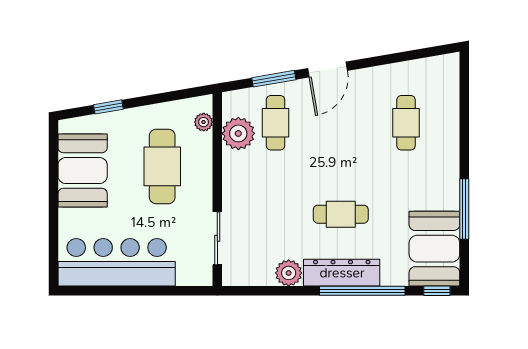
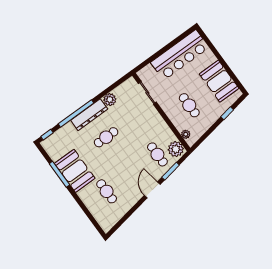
plant: (238, 133) -> (176, 149), moved
cafe table: (162, 166) -> (189, 105), width x0.73, depth x0.74
booth: (434, 249) -> (75, 171), moved

